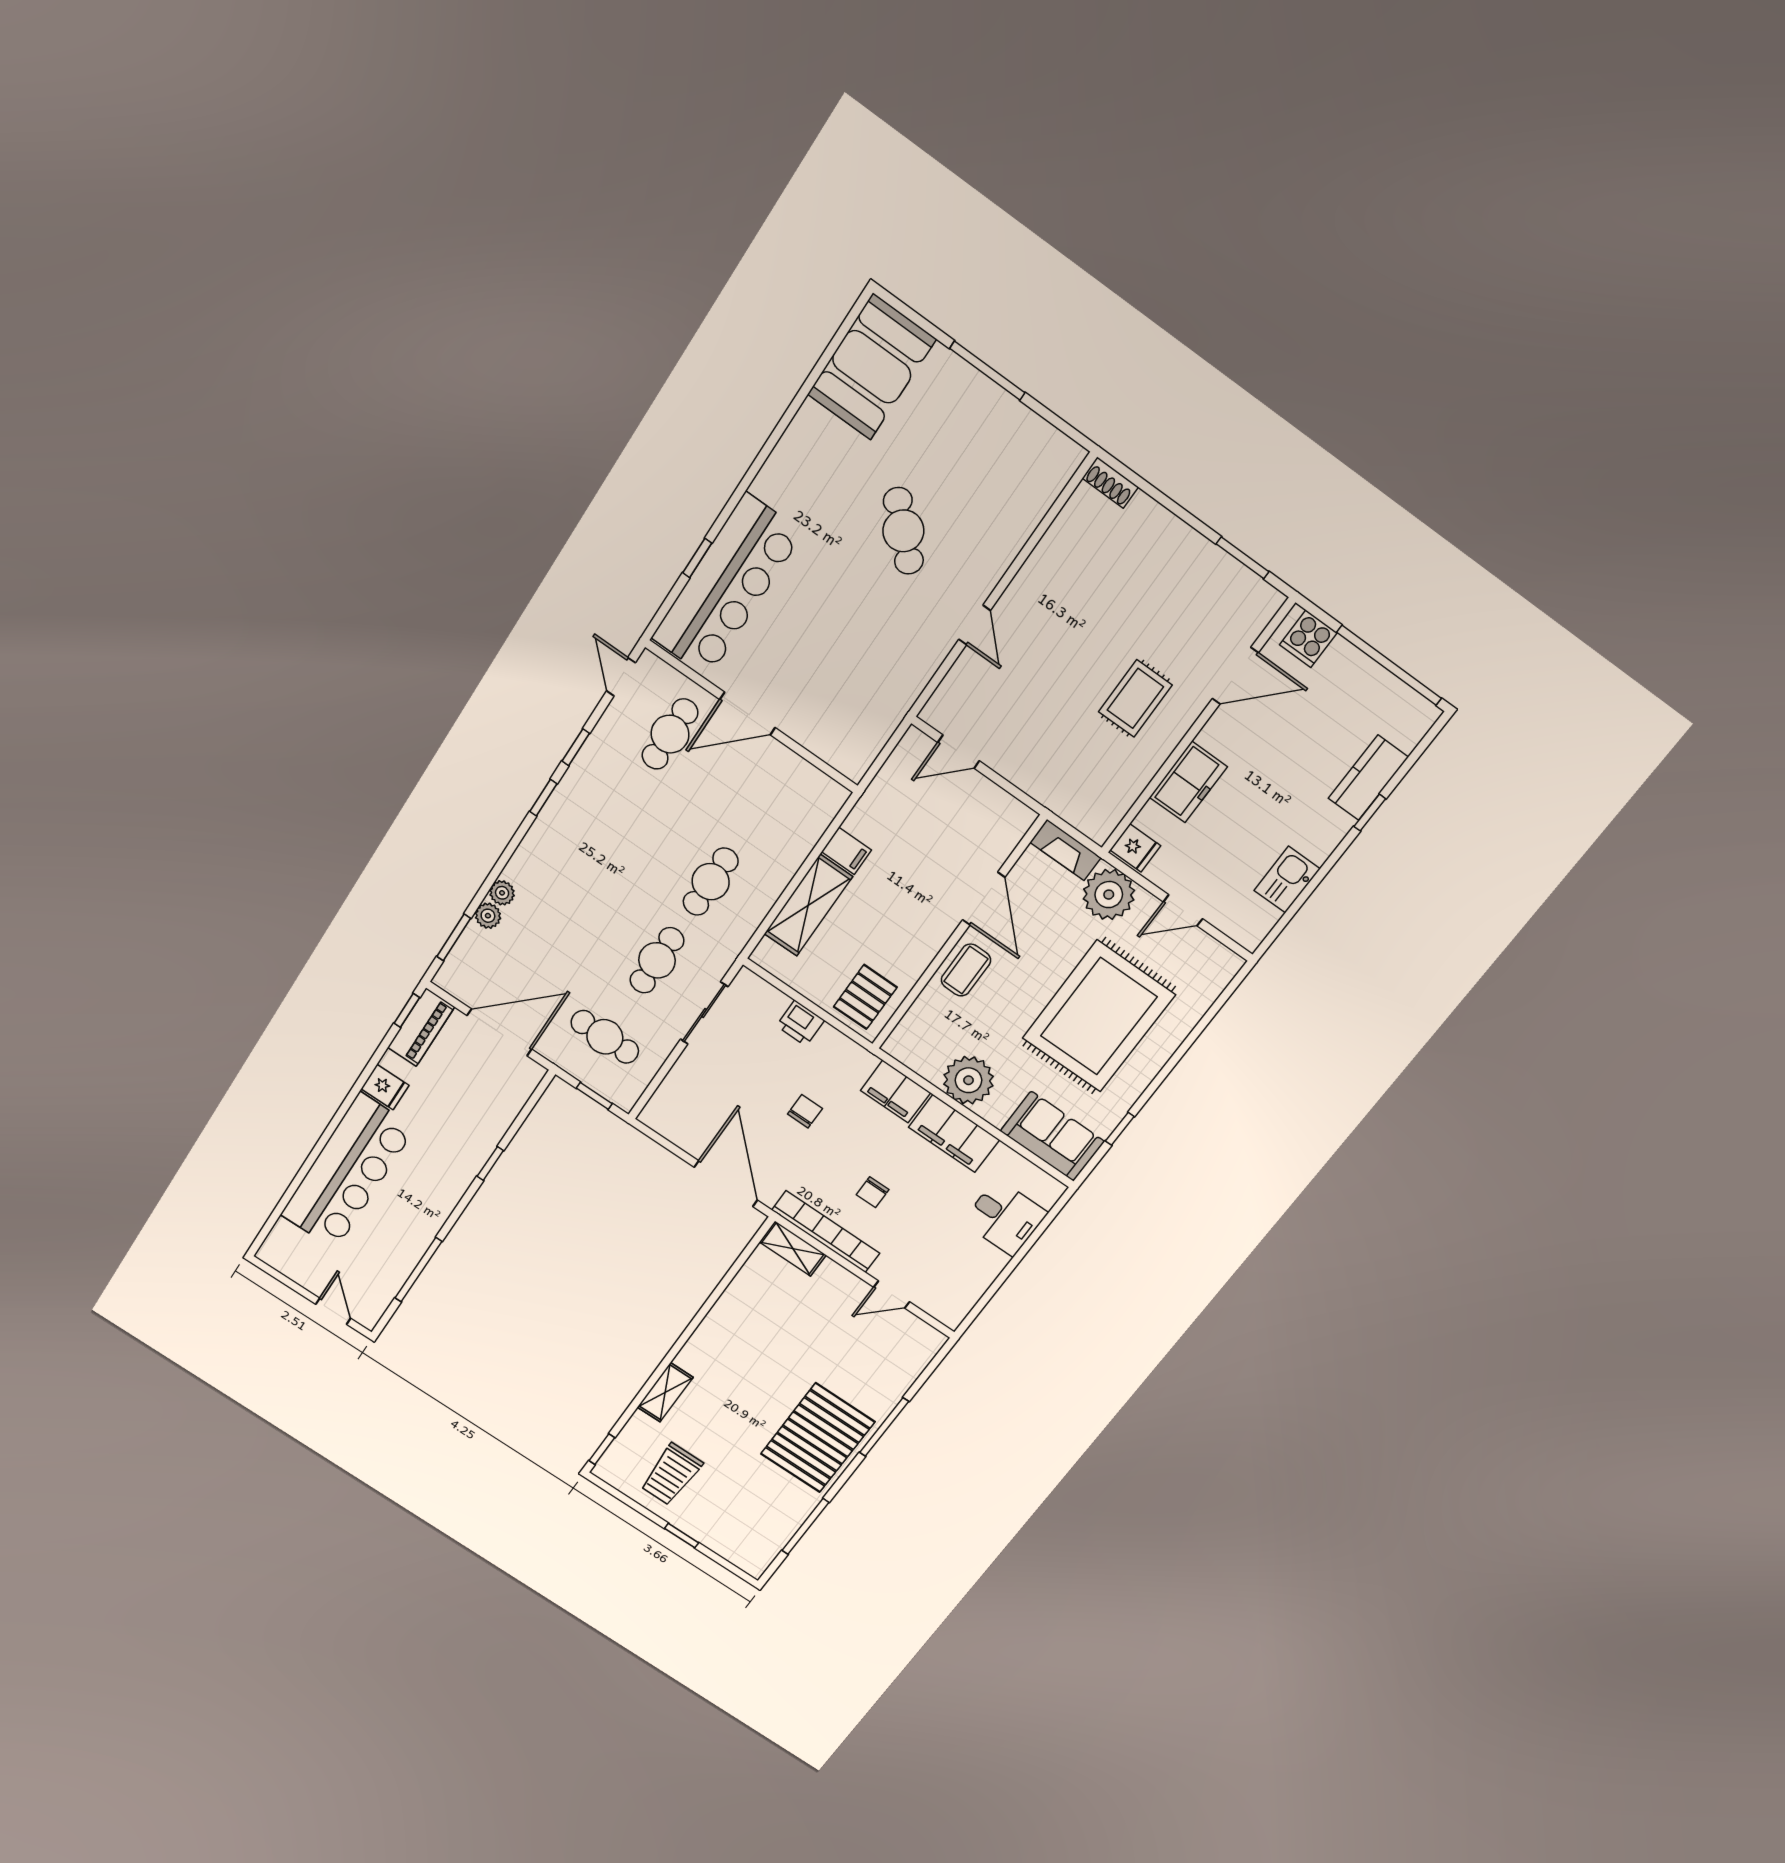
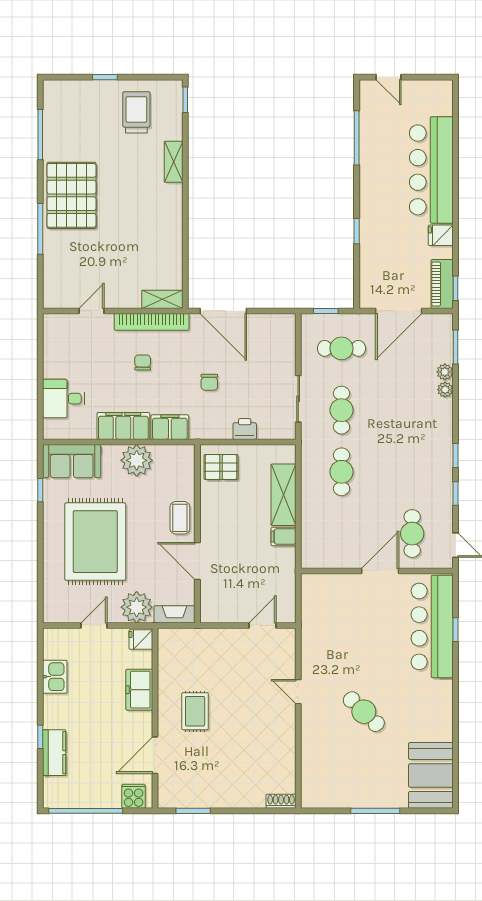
pallet: (865, 997) -> (221, 467), turned 90

